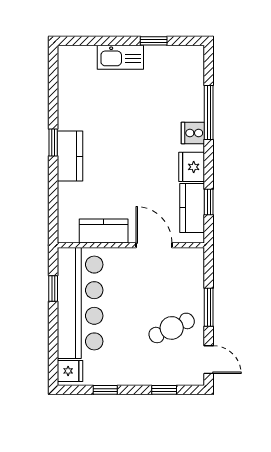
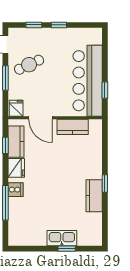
window: (154, 41) -> (67, 249), moved
kitchen counter: (70, 156) -> (94, 196), moved
fridge: (70, 371) -> (16, 108), moved, turned 90
window: (105, 390) -> (59, 25), moved

